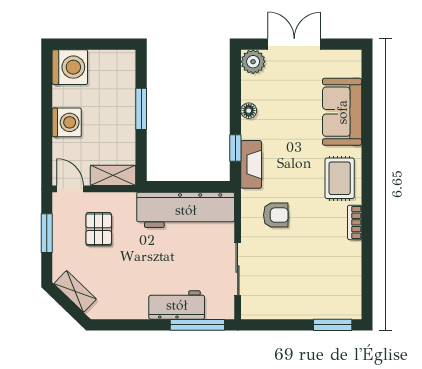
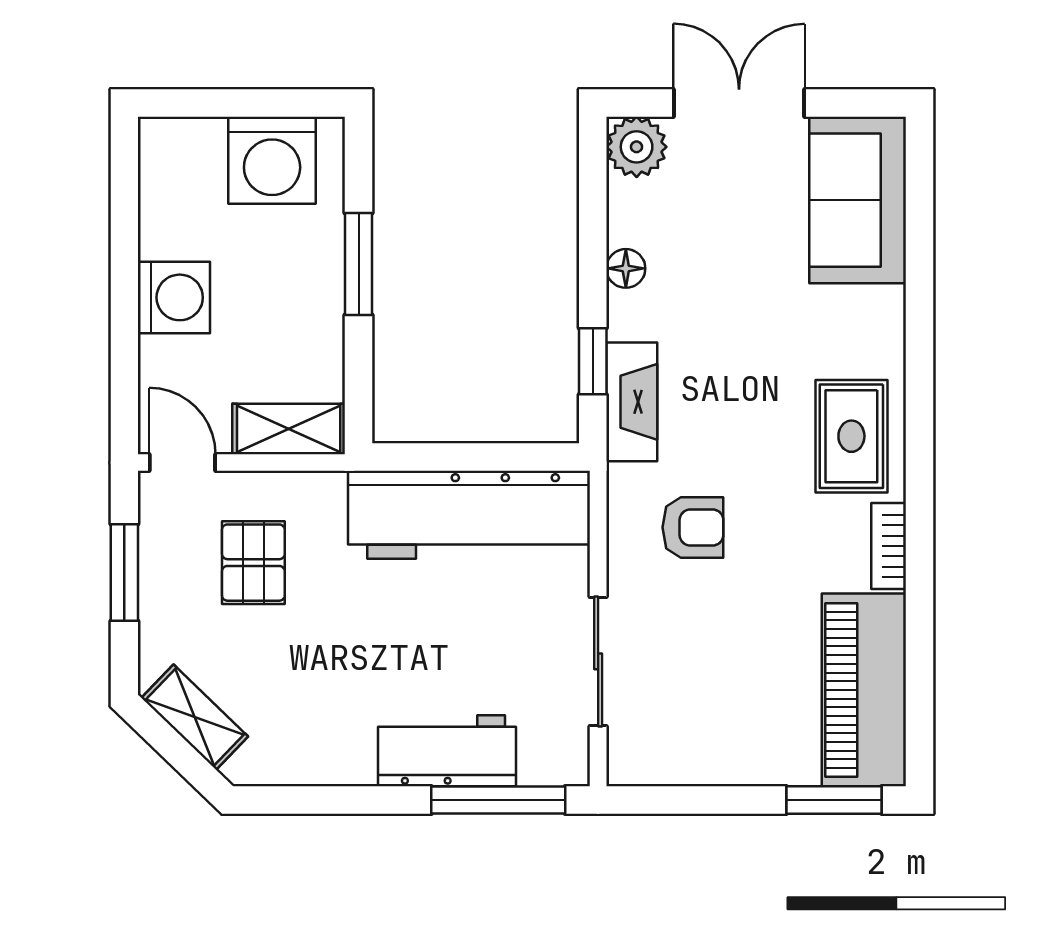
washing machine: (70, 67) -> (272, 160), moved, turned 90
sofa: (342, 112) -> (858, 200), moved
piano: (345, 280) -> (864, 690), added

